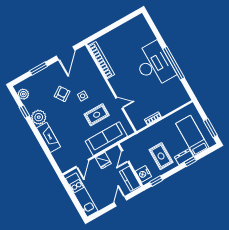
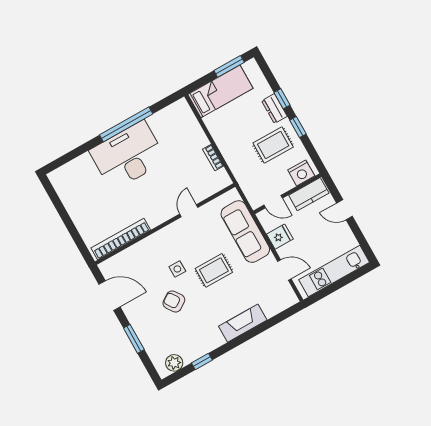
rug: (97, 115) -> (214, 270), moved, turned 90
plant: (39, 117) -> (211, 339), removed
bed: (192, 136) -> (220, 91), moved, turned 180
window: (156, 181) -> (298, 127), moved

